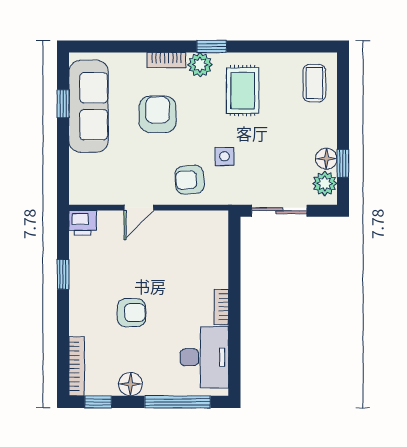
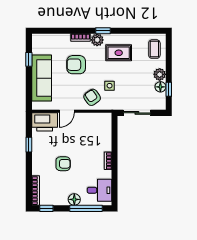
rug: (243, 91) -> (119, 53), turned 90
sofa: (89, 106) -> (42, 78), moved
armchair: (158, 114) -> (76, 65), turned -90
armchair: (190, 180) -> (92, 97), turned 59
plant: (325, 183) -> (160, 74), moved
printer: (83, 223) -> (45, 122), width x1.87, depth x1.48
desk: (204, 357) -> (99, 190), width x0.73
floor lamp: (130, 384) -> (74, 199), moved

